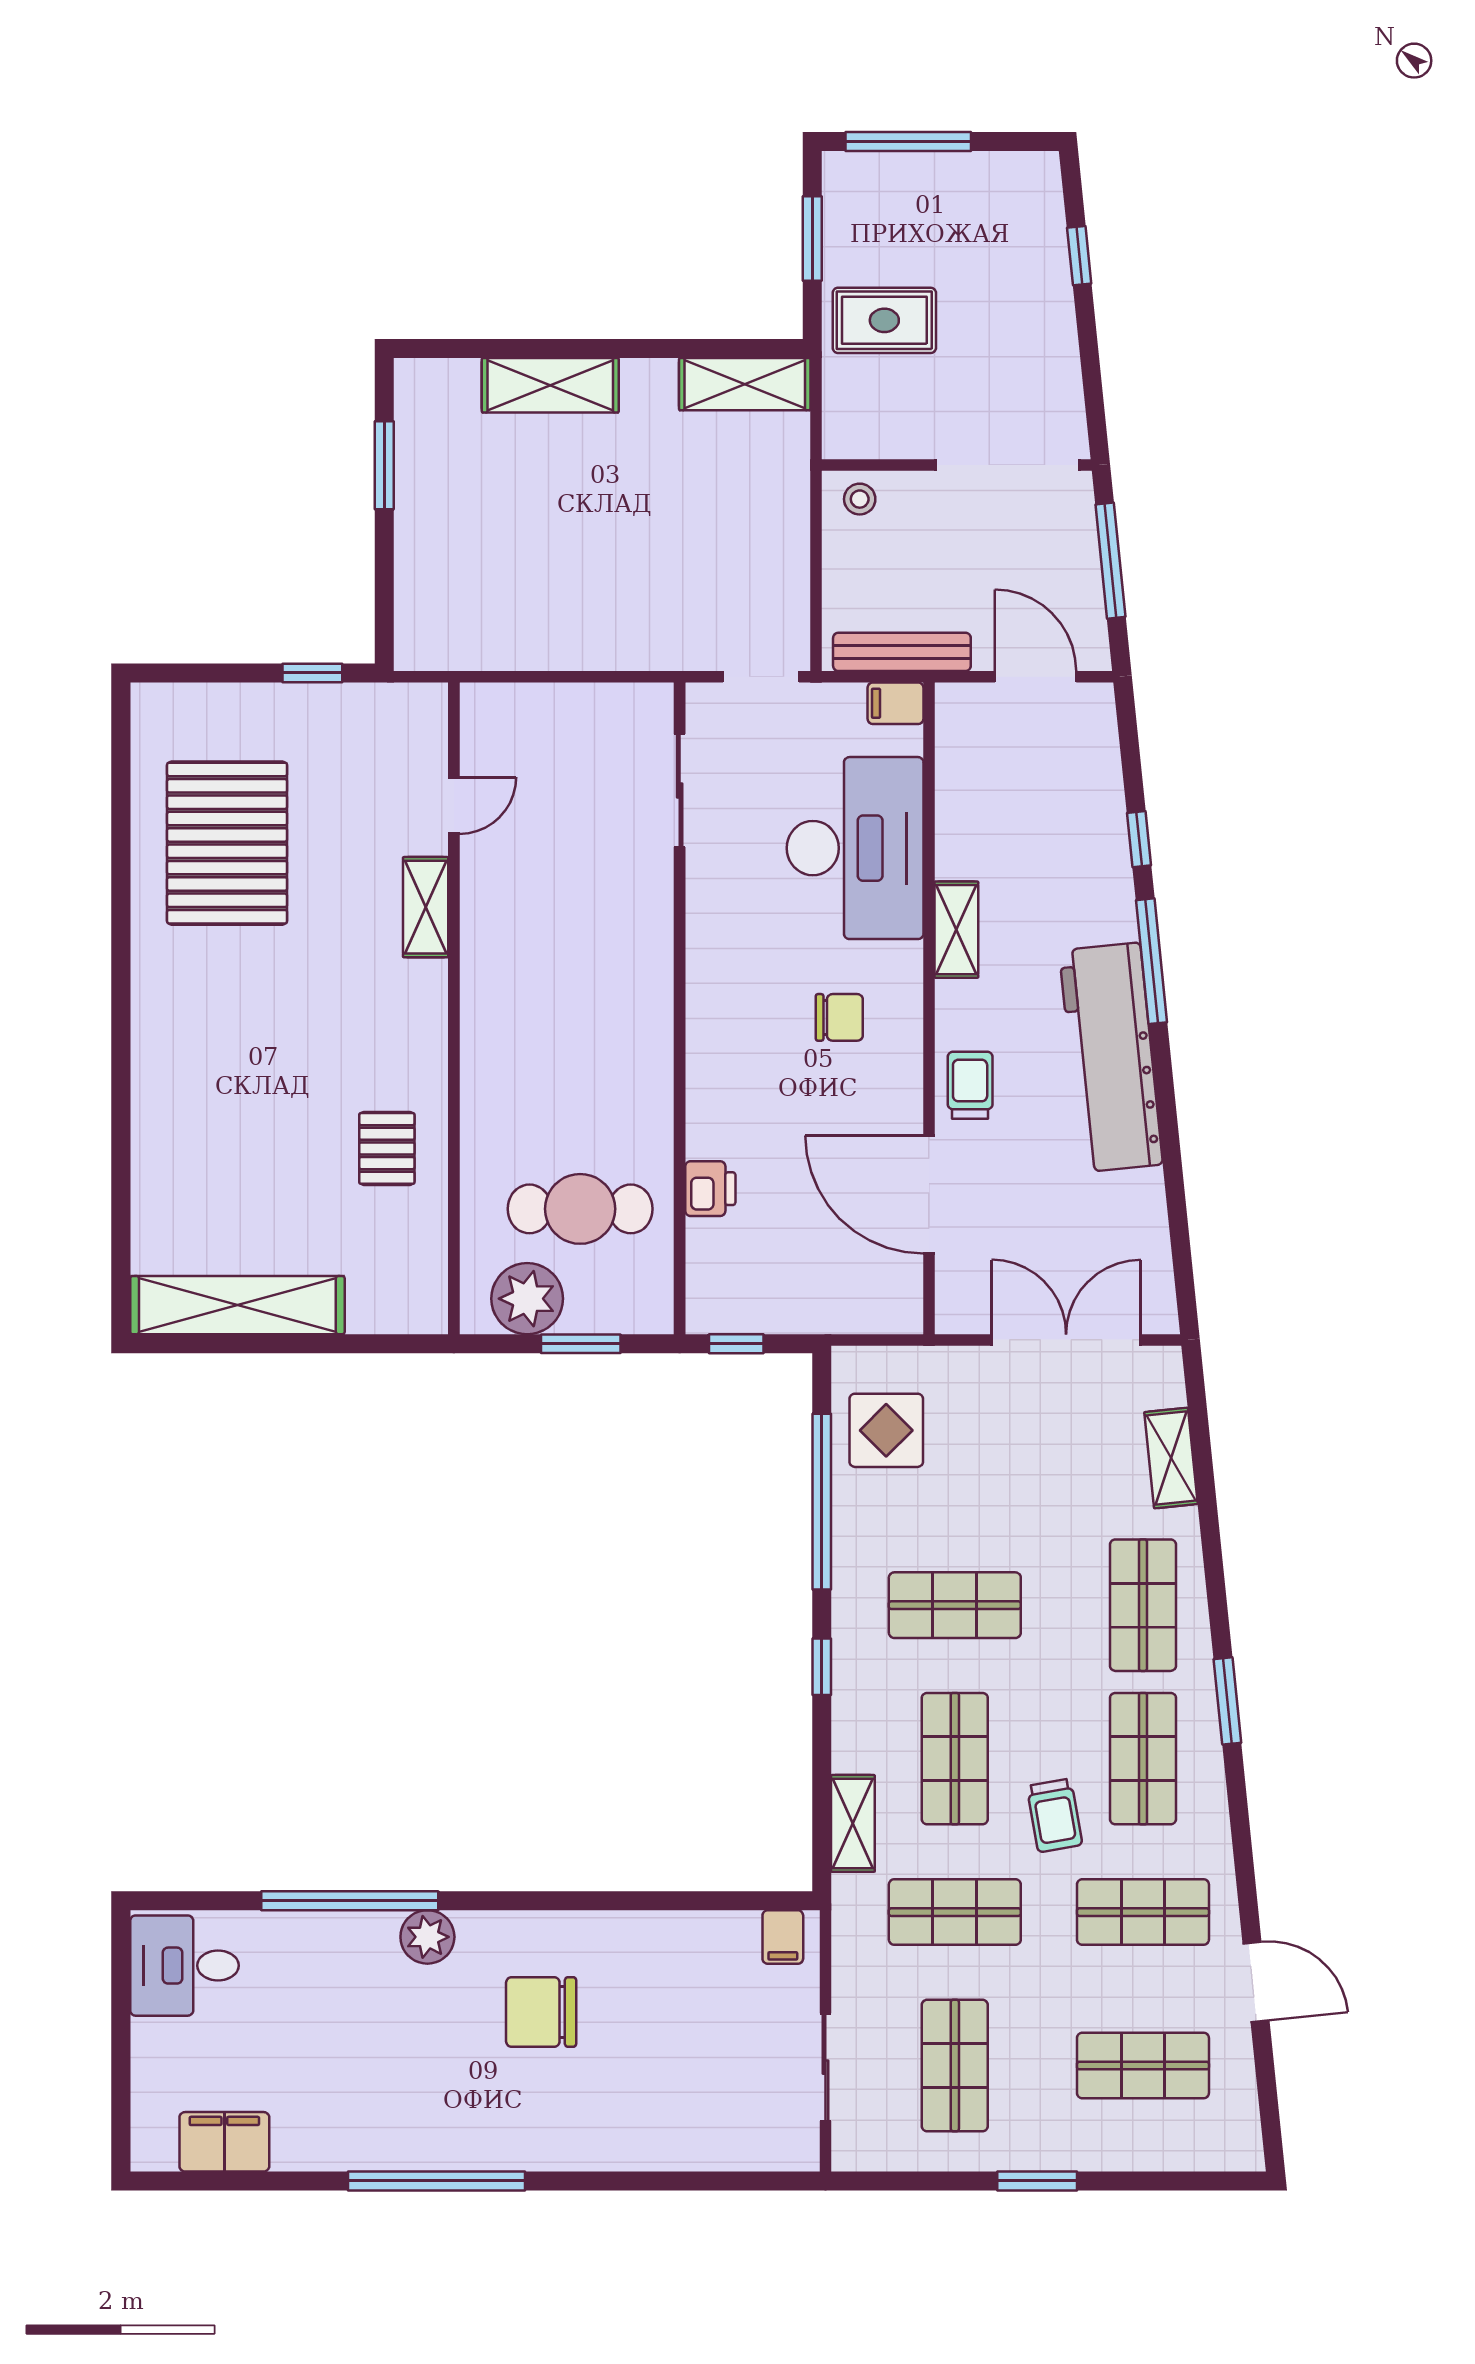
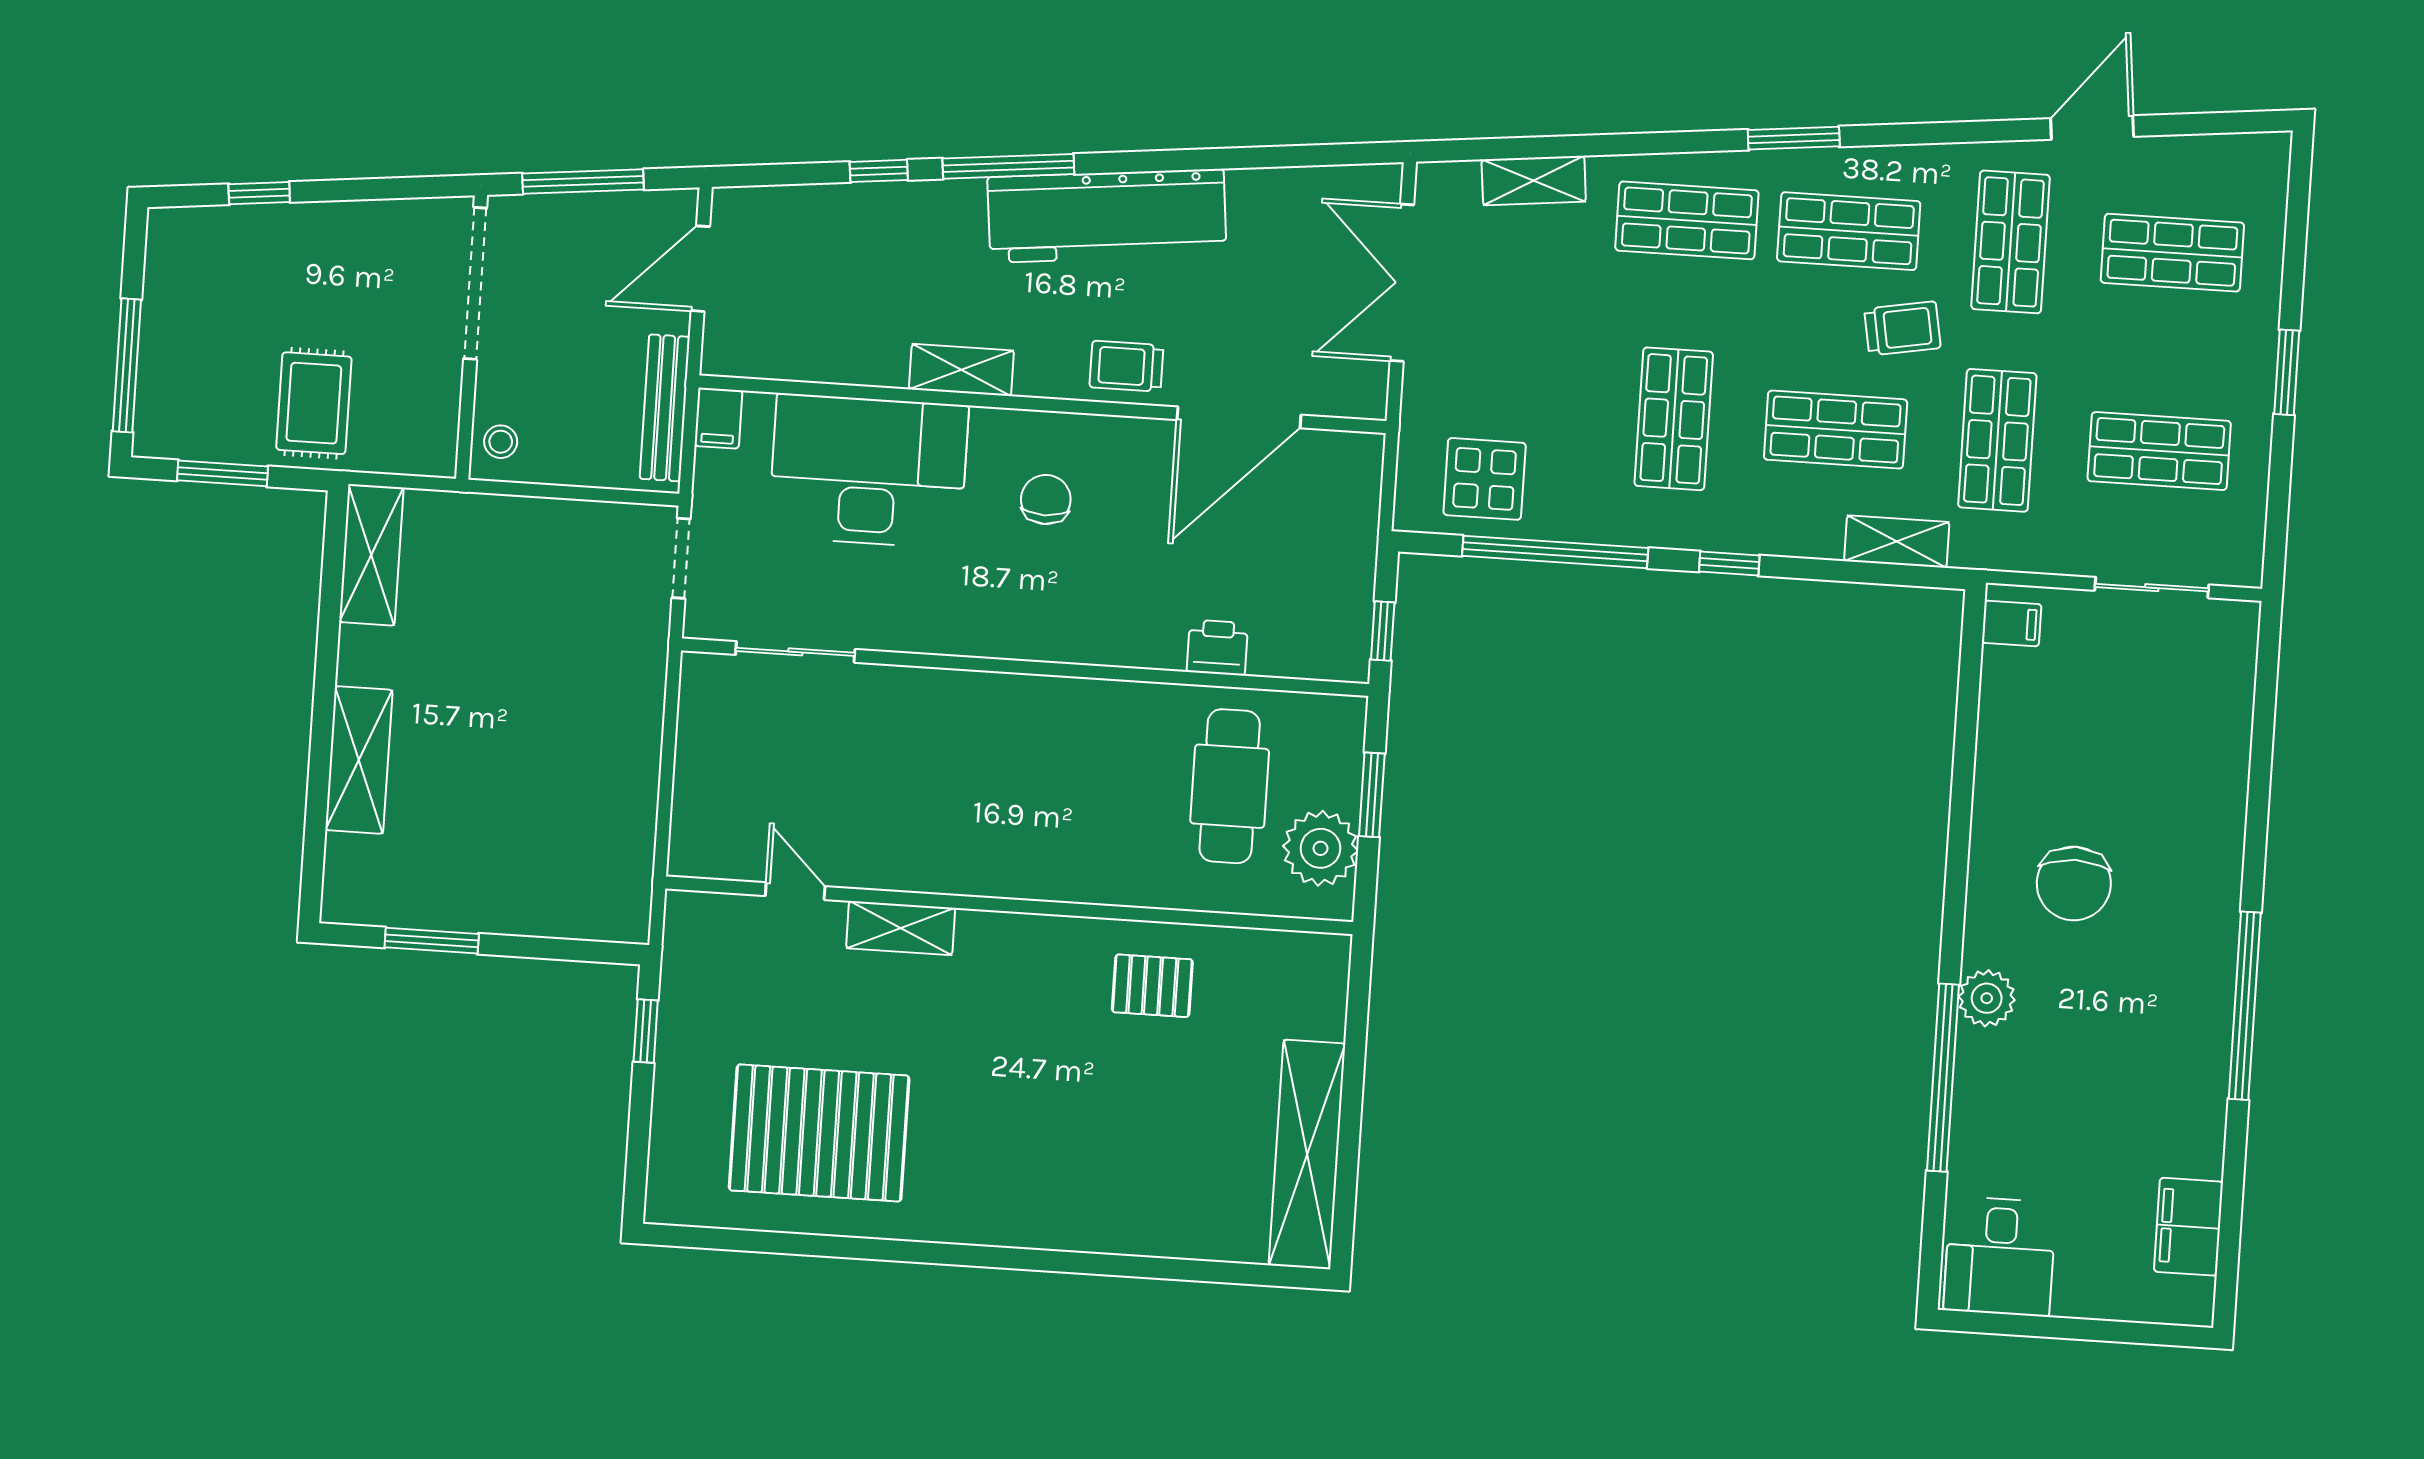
shop shelf: (1143, 2066) -> (2172, 253), turned 90

